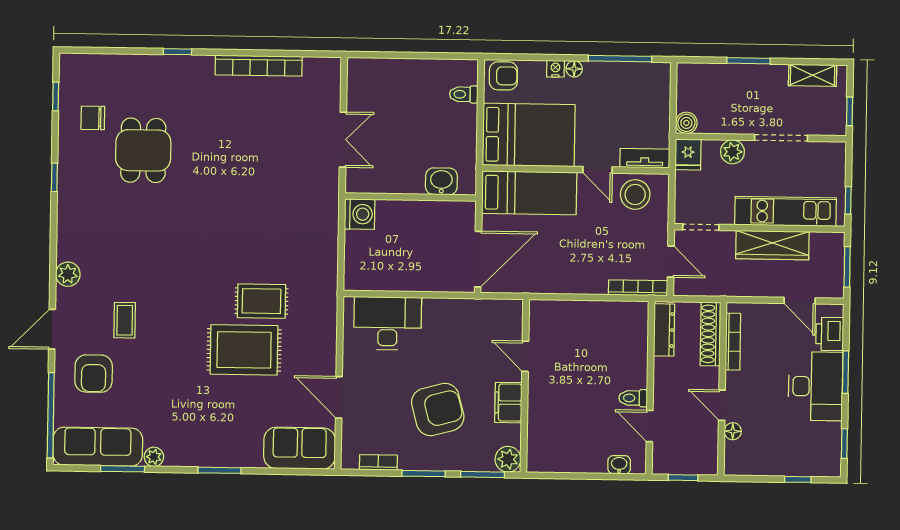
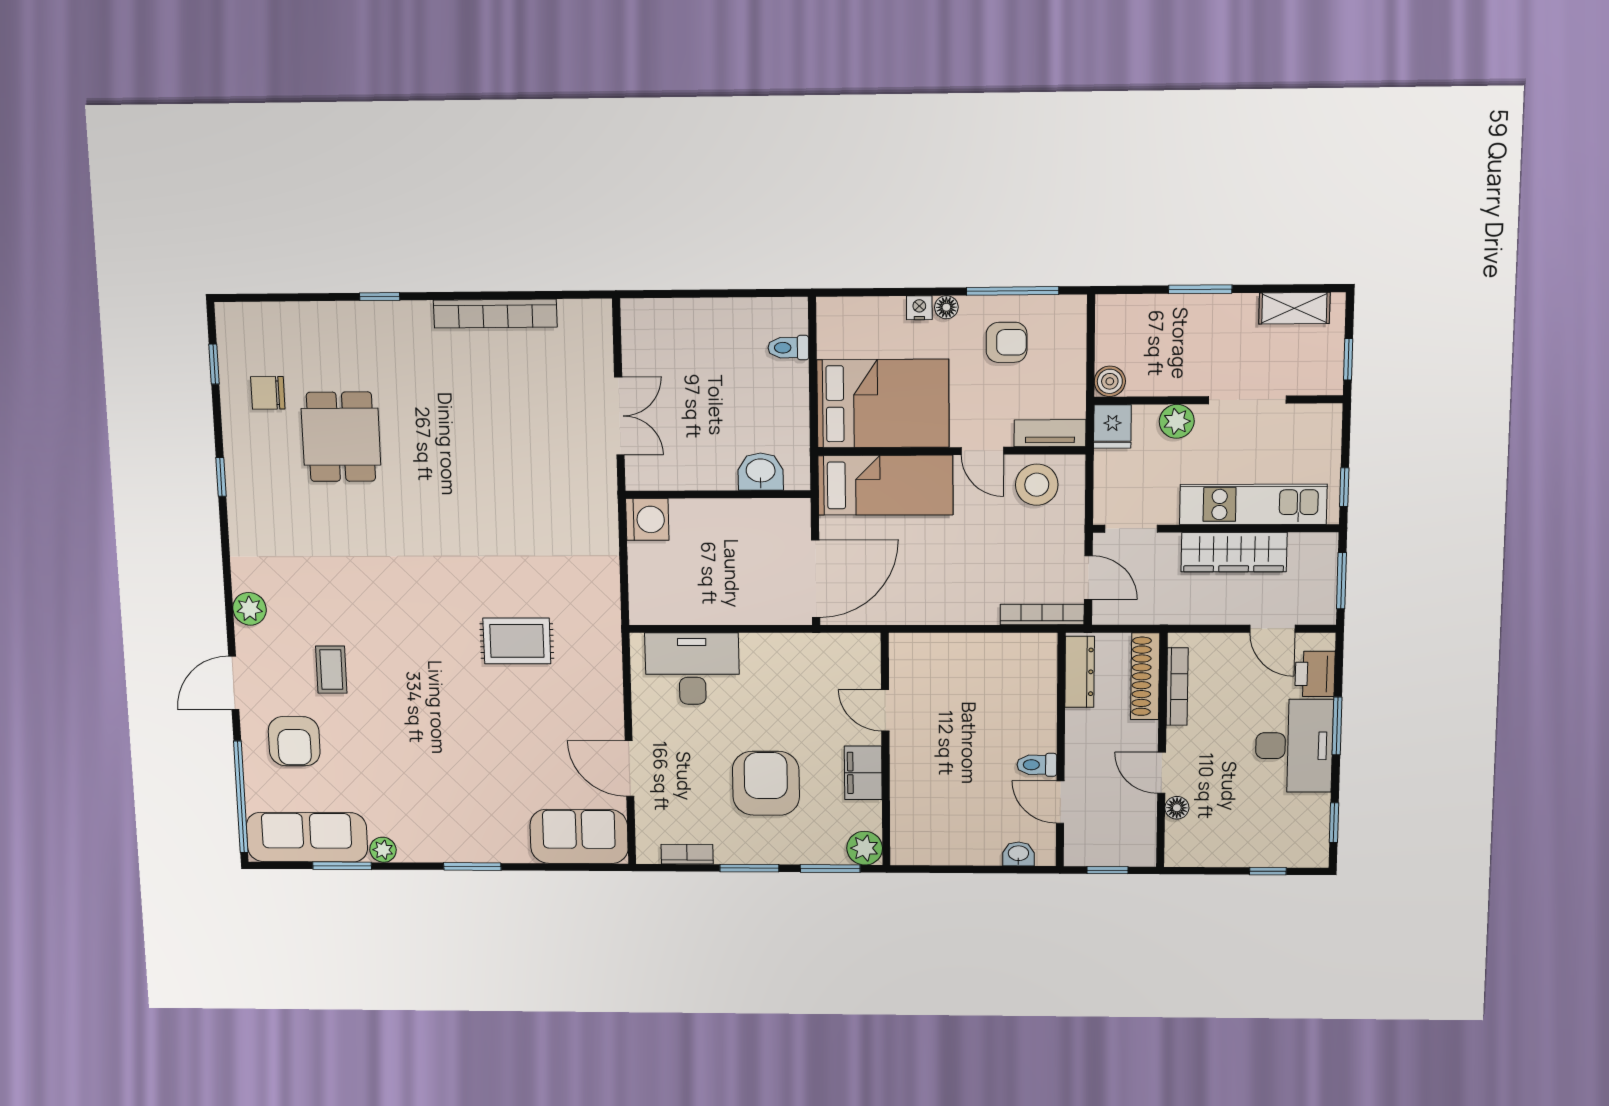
armchair: (503, 76) -> (1007, 342), moved
rug: (244, 350) -> (497, 707), removed
armchair: (438, 410) -> (766, 783), turned -75

